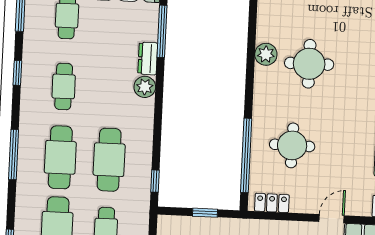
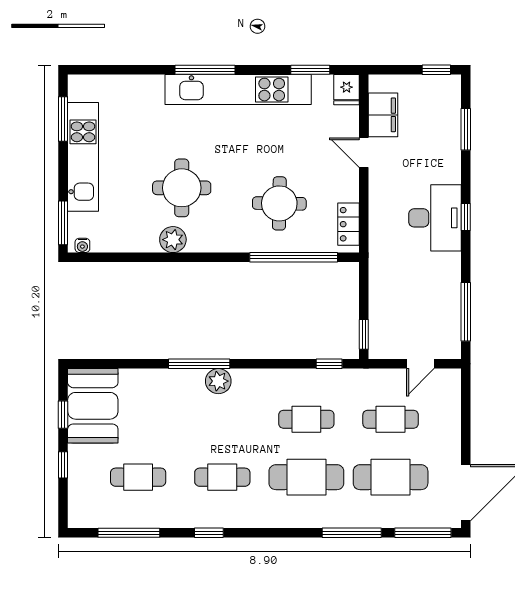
window: (162, 31) -> (199, 364), moved
dresser: (148, 58) -> (184, 379), removed
window: (14, 155) -> (352, 533), moved
cafe table: (109, 160) -> (306, 419), width x0.73, depth x0.74
window: (205, 213) -> (364, 334), moved

